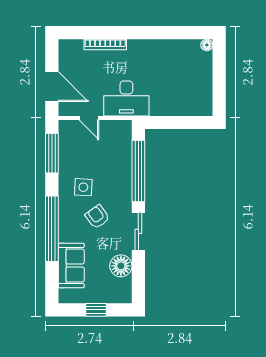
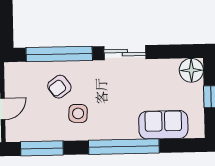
armchair: (97, 217) -> (59, 87), moved
floor lamp: (121, 266) -> (191, 70), moved

